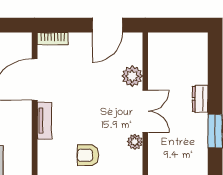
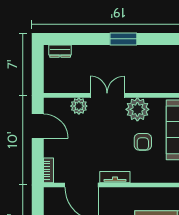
dresser: (200, 99) -> (60, 51), moved
plant: (135, 142) -> (137, 109), width x1.88, depth x1.88

